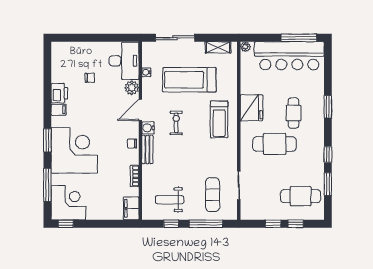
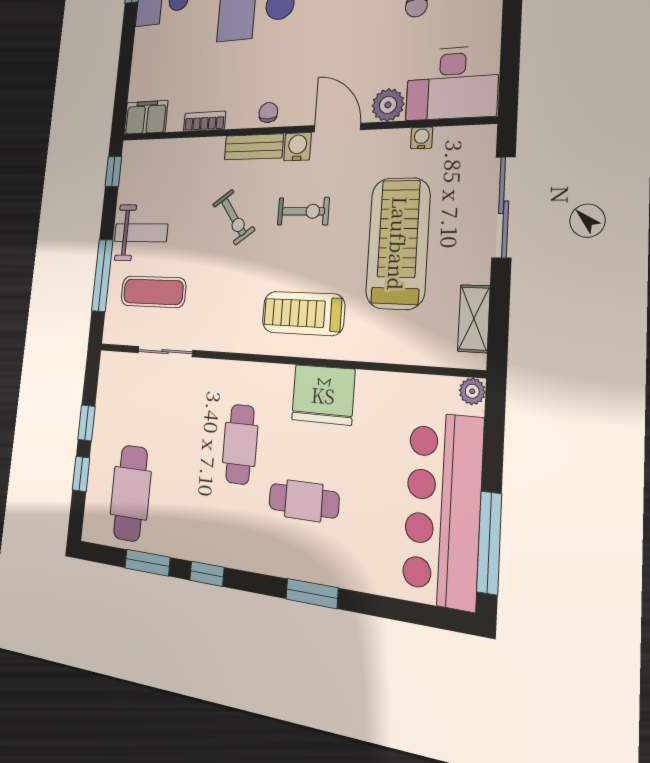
cafe table: (275, 144) -> (240, 444), width x0.73, depth x0.74
exercise bike: (179, 156) -> (234, 217), added
weight bench: (170, 200) -> (141, 233), moved, turned 90
window: (171, 224) -> (113, 172), moved

